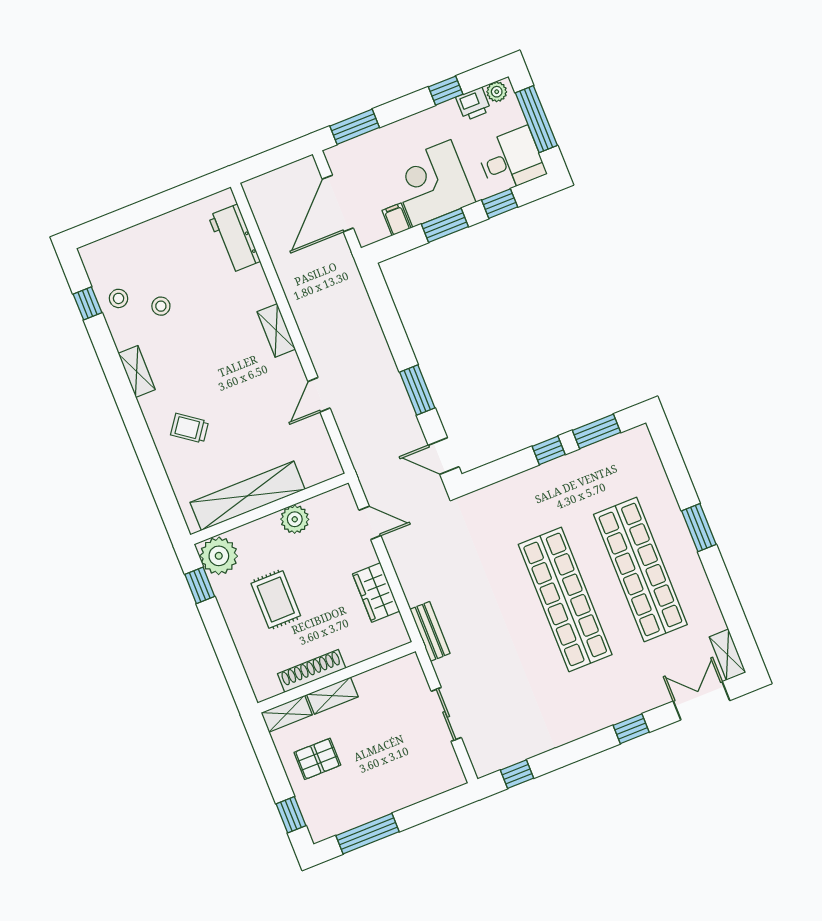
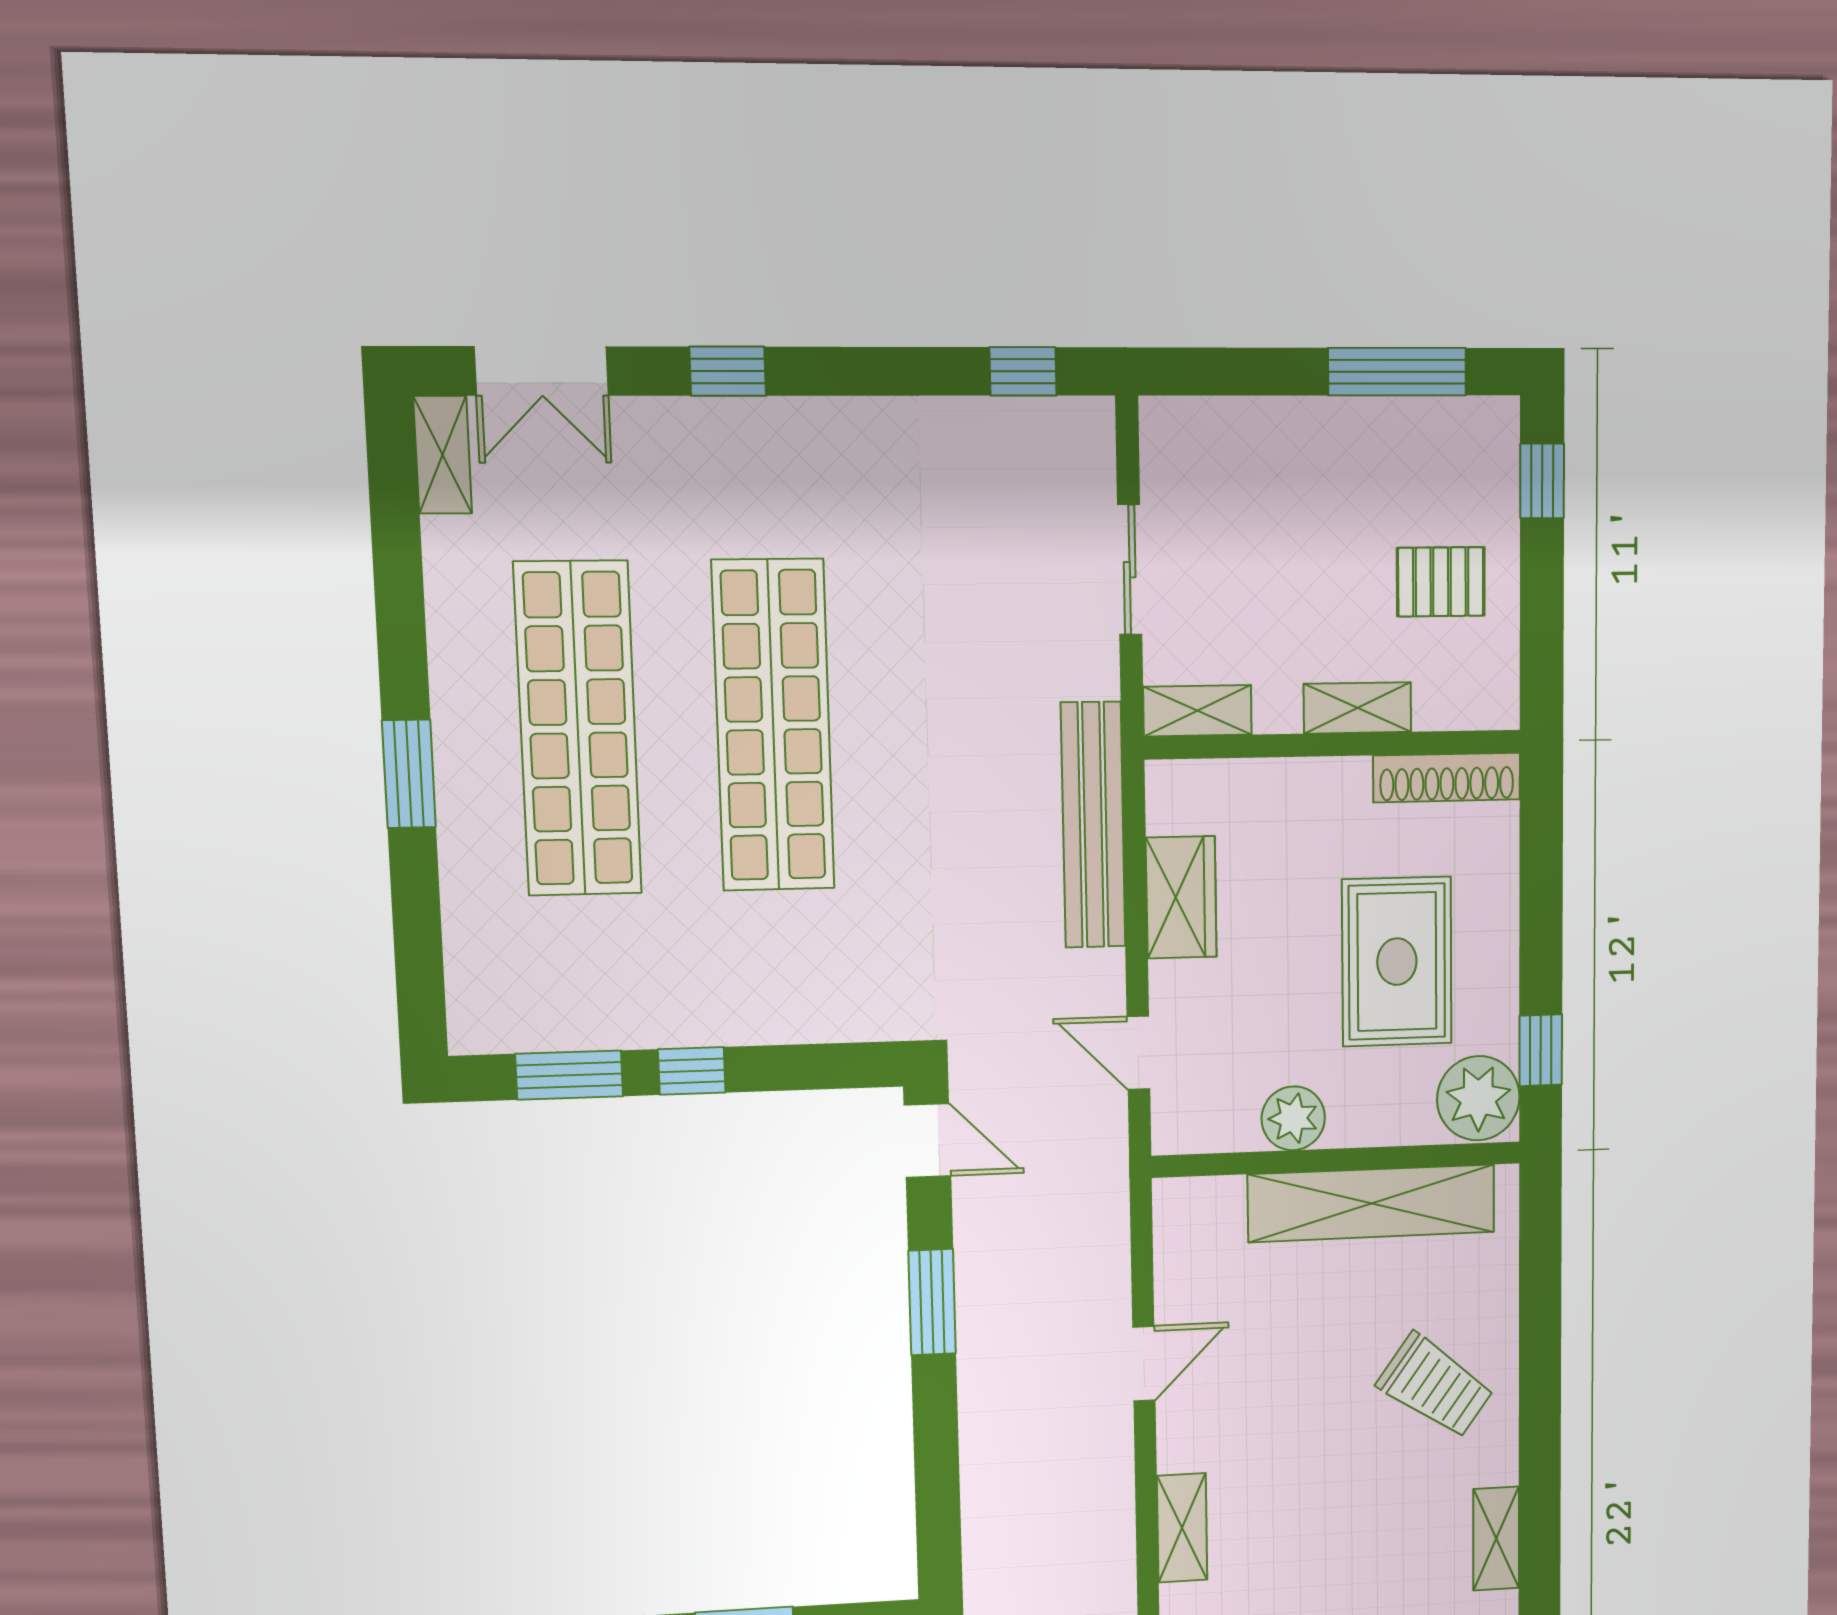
trolley: (190, 428) -> (1435, 1386), width x1.36, depth x1.39
rug: (276, 600) -> (1397, 962), width x1.36, depth x1.43
bench: (430, 631) -> (1093, 825), width x1.86, depth x1.21
shoe rack: (312, 671) -> (1447, 778), moved
shelving: (287, 714) -> (1197, 711), moved

